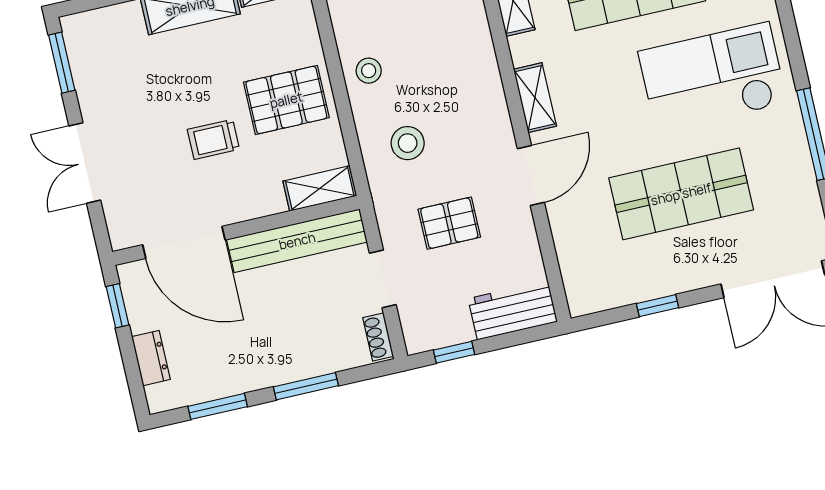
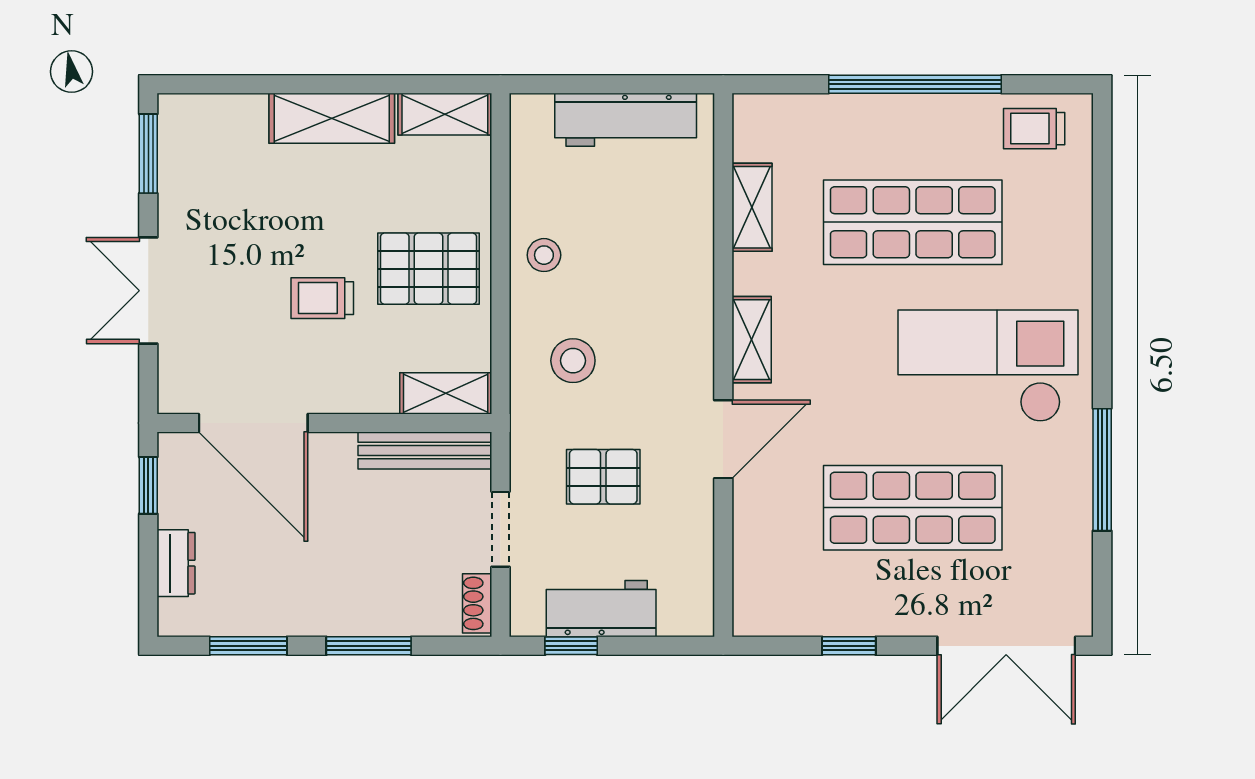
bench: (297, 241) -> (425, 451), width x0.73, depth x0.82
workbench: (513, 310) -> (601, 609), moved

